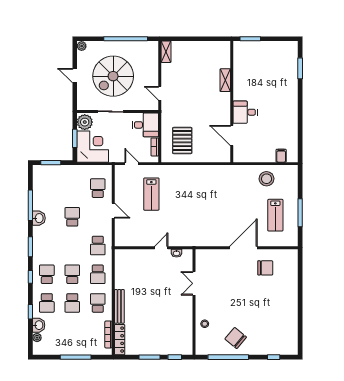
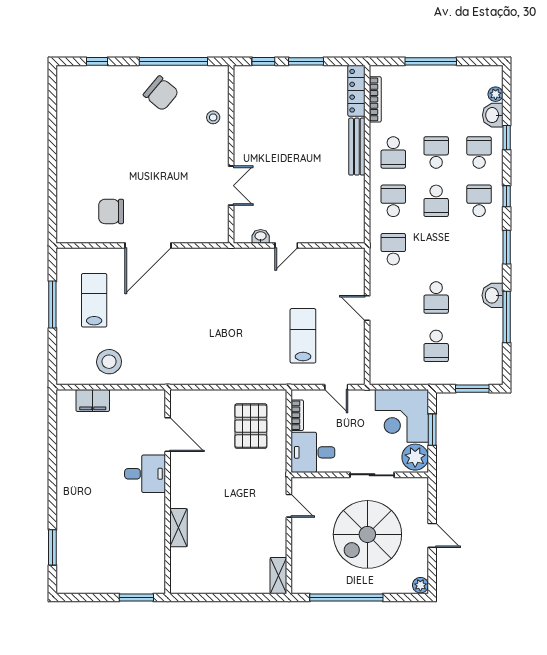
spiral stairs: (113, 76) -> (367, 534), turned 180
filing cabinet: (281, 156) -> (93, 401), width x2.00
school desk: (98, 188) -> (436, 346), moved
school desk: (47, 274) -> (479, 201), turned 180

